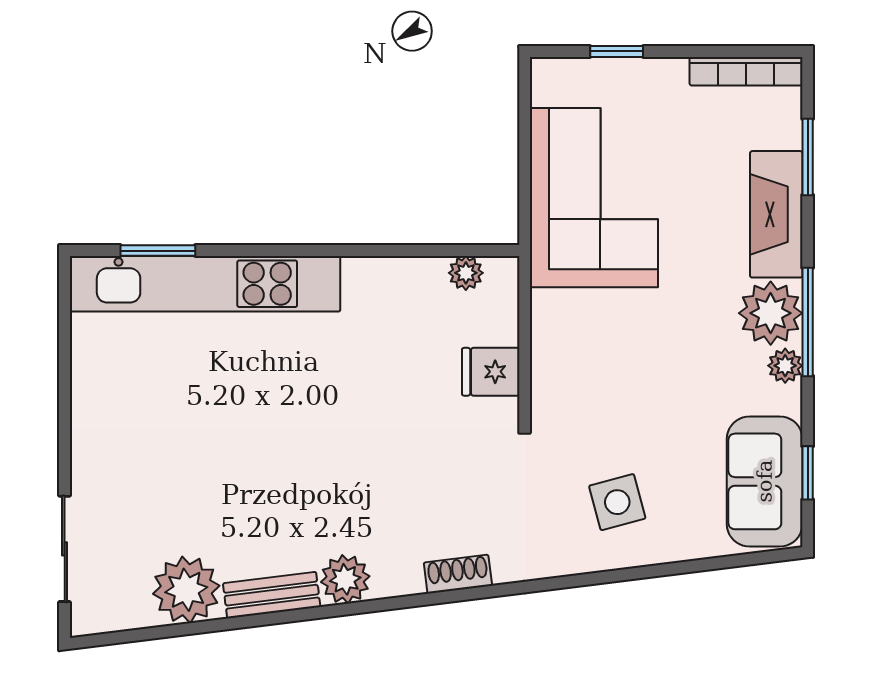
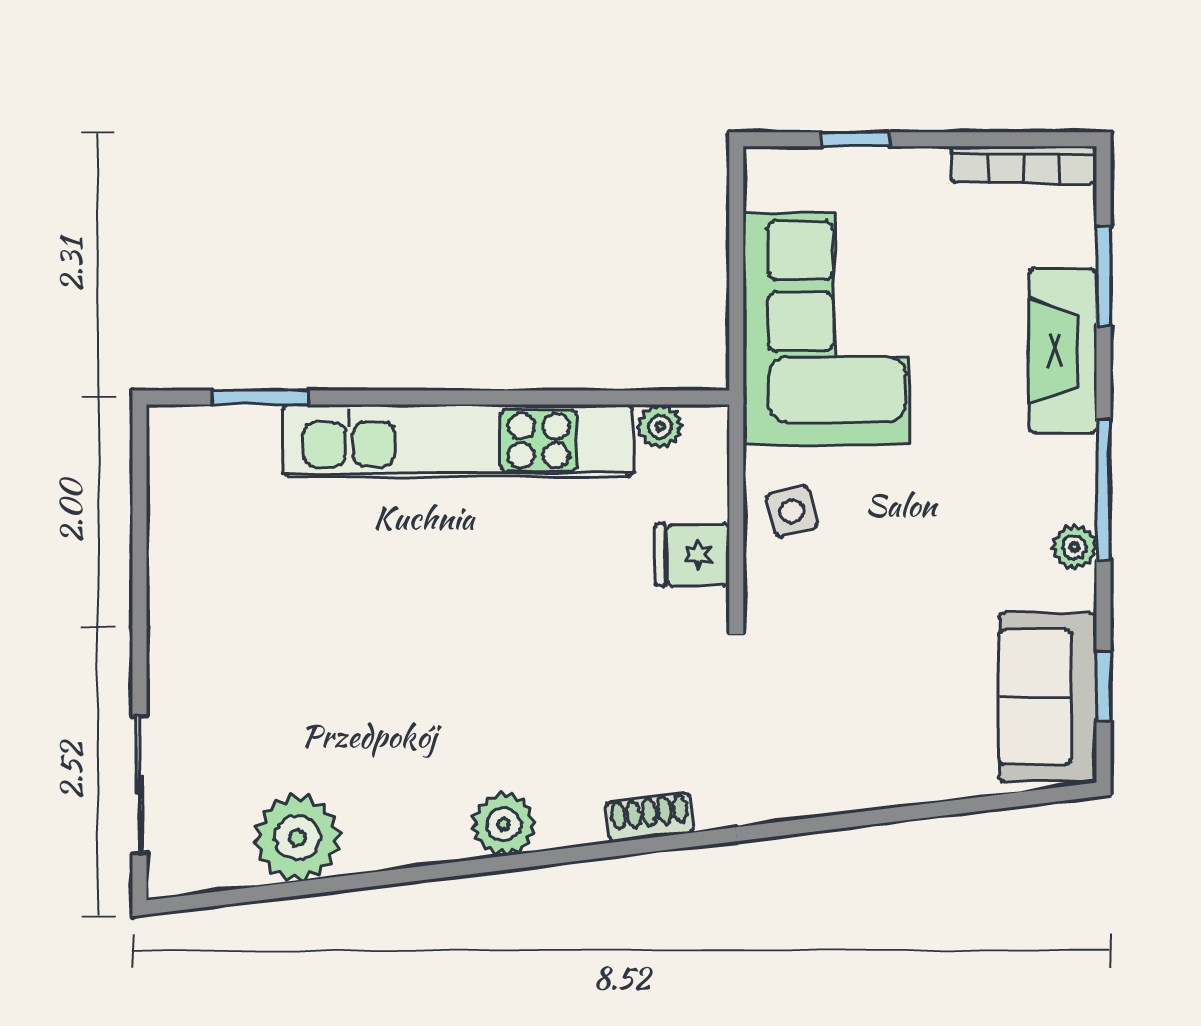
kitchen unit: (205, 284) -> (458, 441), moved
plant: (771, 313) -> (1055, 479), removed
side table: (617, 502) -> (792, 511), moved, width x0.73, depth x0.73
bench: (272, 595) -> (408, 845), removed

